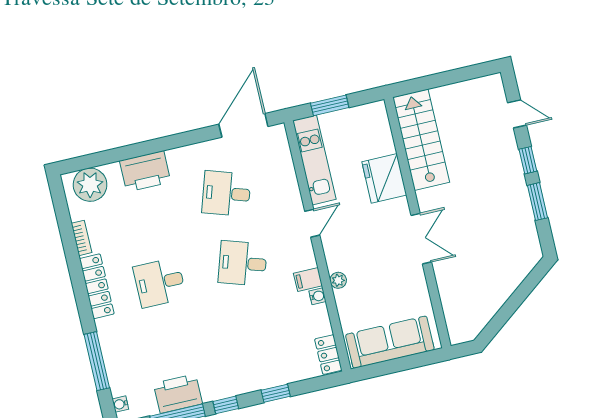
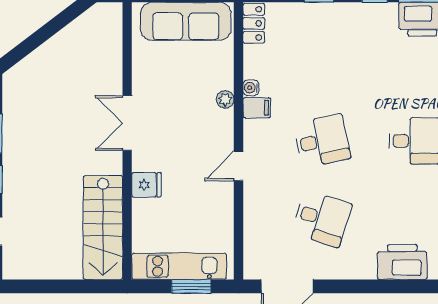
kitchen unit: (314, 160) -> (179, 266), moved, turned 90
fridge: (384, 178) -> (146, 185), width x0.53, depth x0.75
desk: (243, 263) -> (322, 141), turned -30

